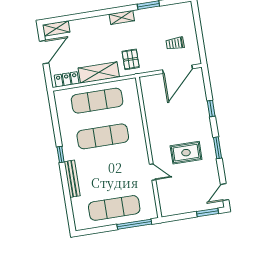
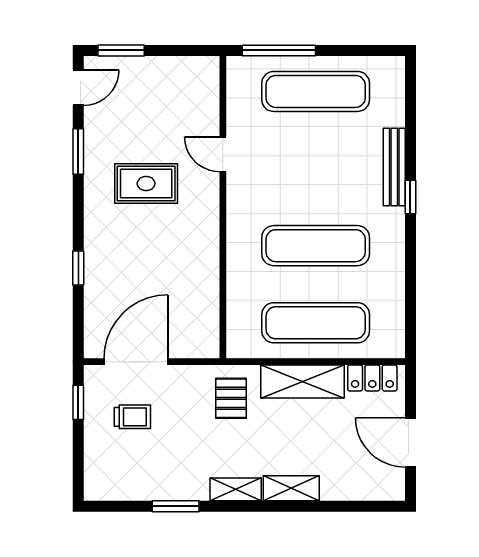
shelving: (56, 28) -> (291, 488), moved
window: (201, 46) -> (78, 402), added
door: (44, 52) -> (410, 443), hinge flipped
window: (217, 148) -> (78, 152), moved
window: (61, 154) -> (410, 197), moved

